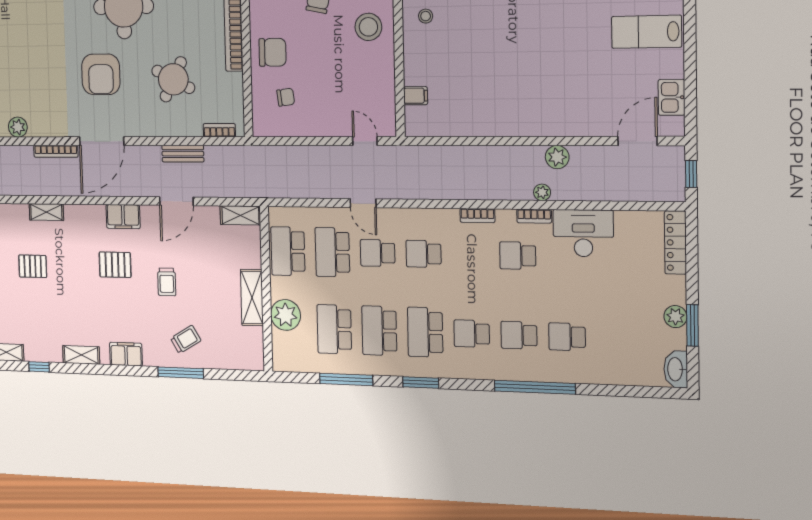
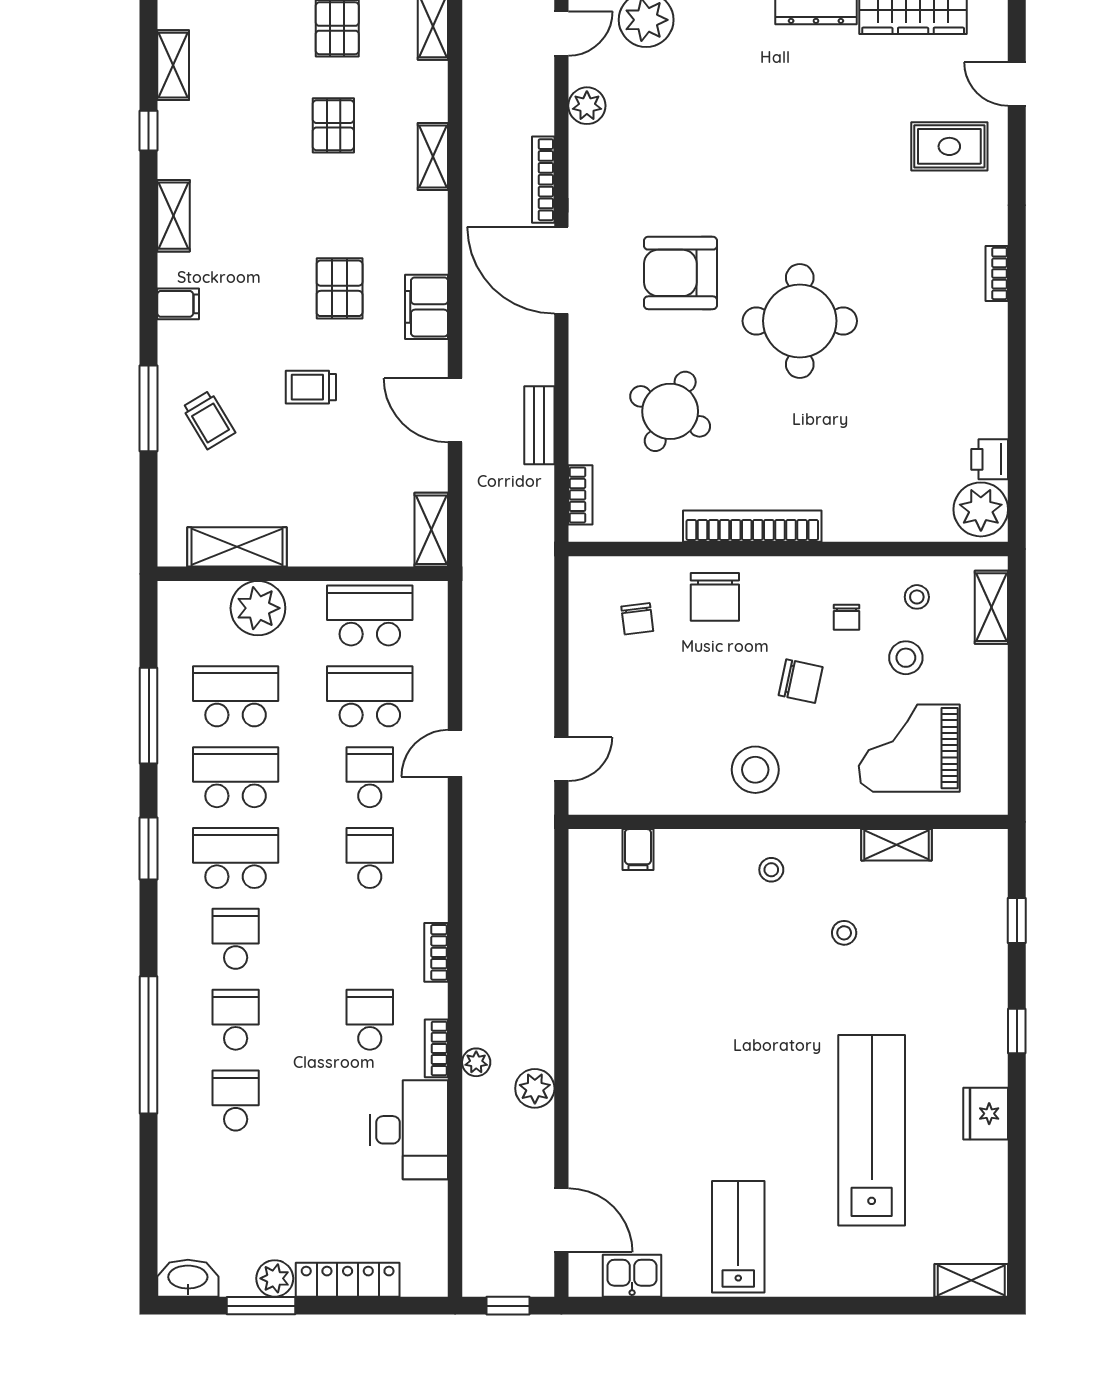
locker: (675, 243) -> (348, 1280), moved
shelving: (252, 298) -> (237, 547), moved
filing cabinet: (126, 354) -> (178, 304), width x0.50

